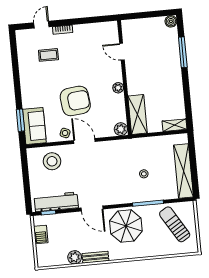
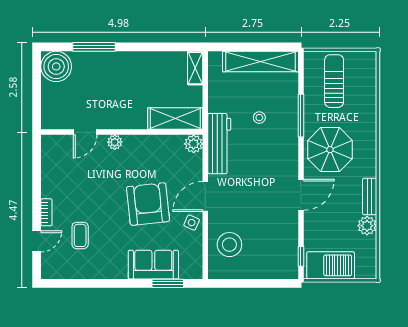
boiler: (171, 21) -> (56, 66), width x1.86, depth x1.86
door: (41, 25) -> (37, 241), swing flipped
plant: (118, 88) -> (115, 142), moved
sofa: (34, 126) -> (153, 265), moved
workbench: (56, 202) -> (219, 144), moved, turned 180
sun lounger: (175, 224) -> (334, 81), turned 121
barbecue: (41, 234) -> (331, 265), width x1.88, depth x1.53

